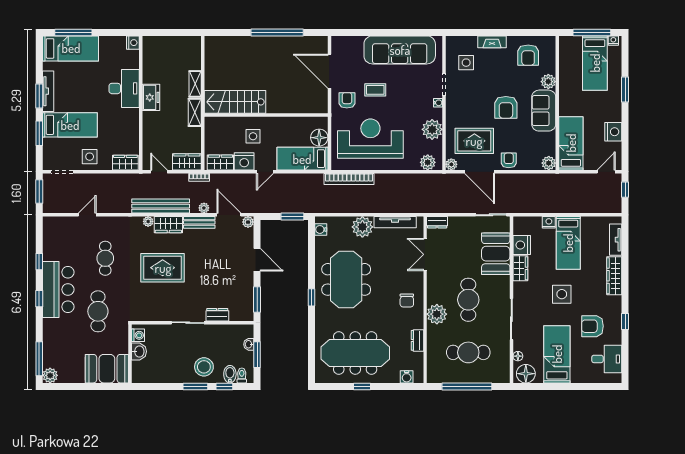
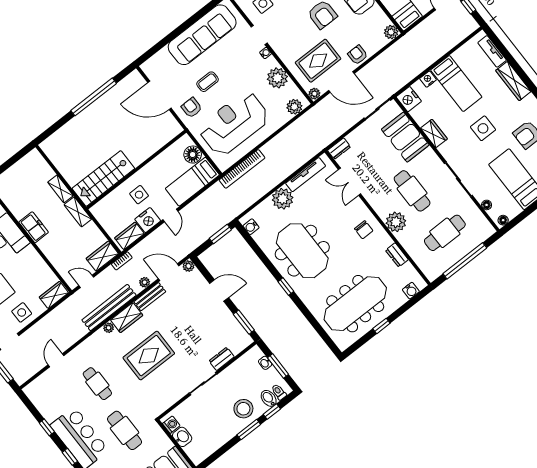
nightstand: (522, 245) -> (409, 99), moved
floor lamp: (526, 374) -> (503, 220), width x0.53, depth x0.53

